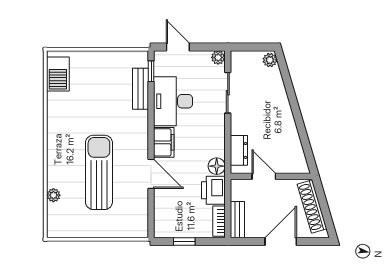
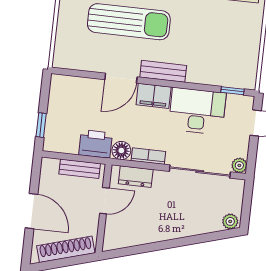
bench: (140, 89) -> (163, 71), moved
sliding door: (228, 93) -> (200, 172), width x1.37
bench: (237, 220) -> (80, 169), moved
bookcase: (219, 221) -> (148, 156), moved
window: (184, 241) -> (41, 125), moved

